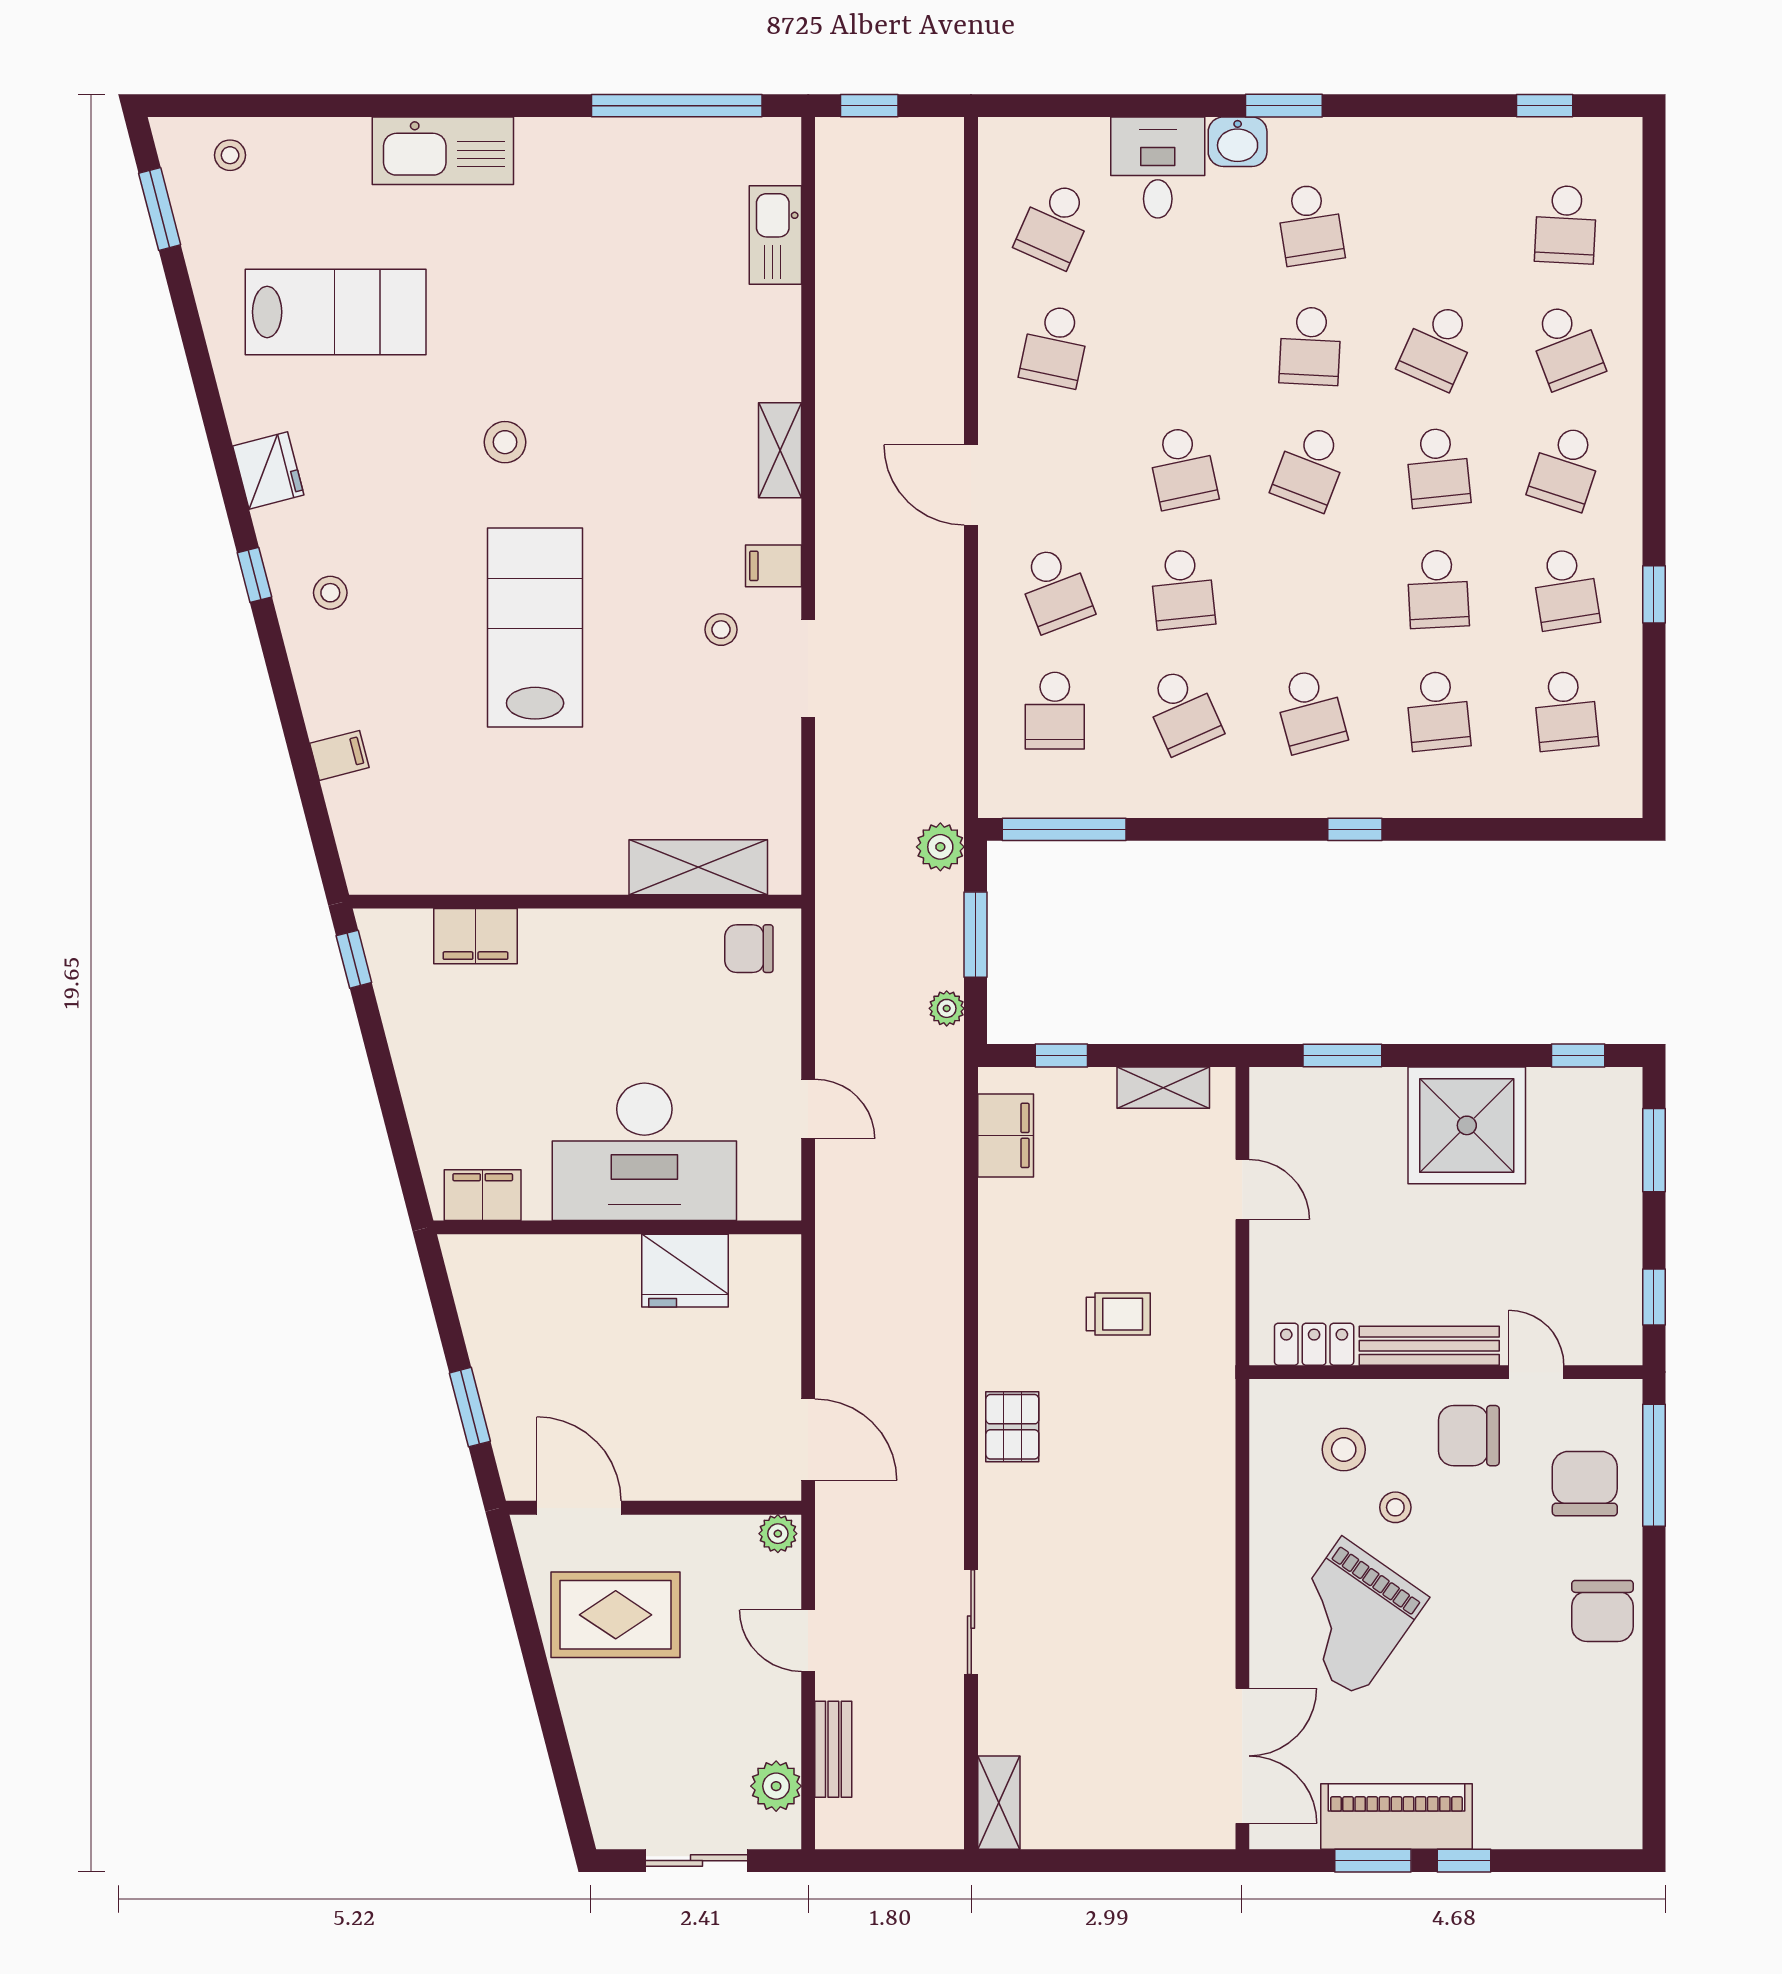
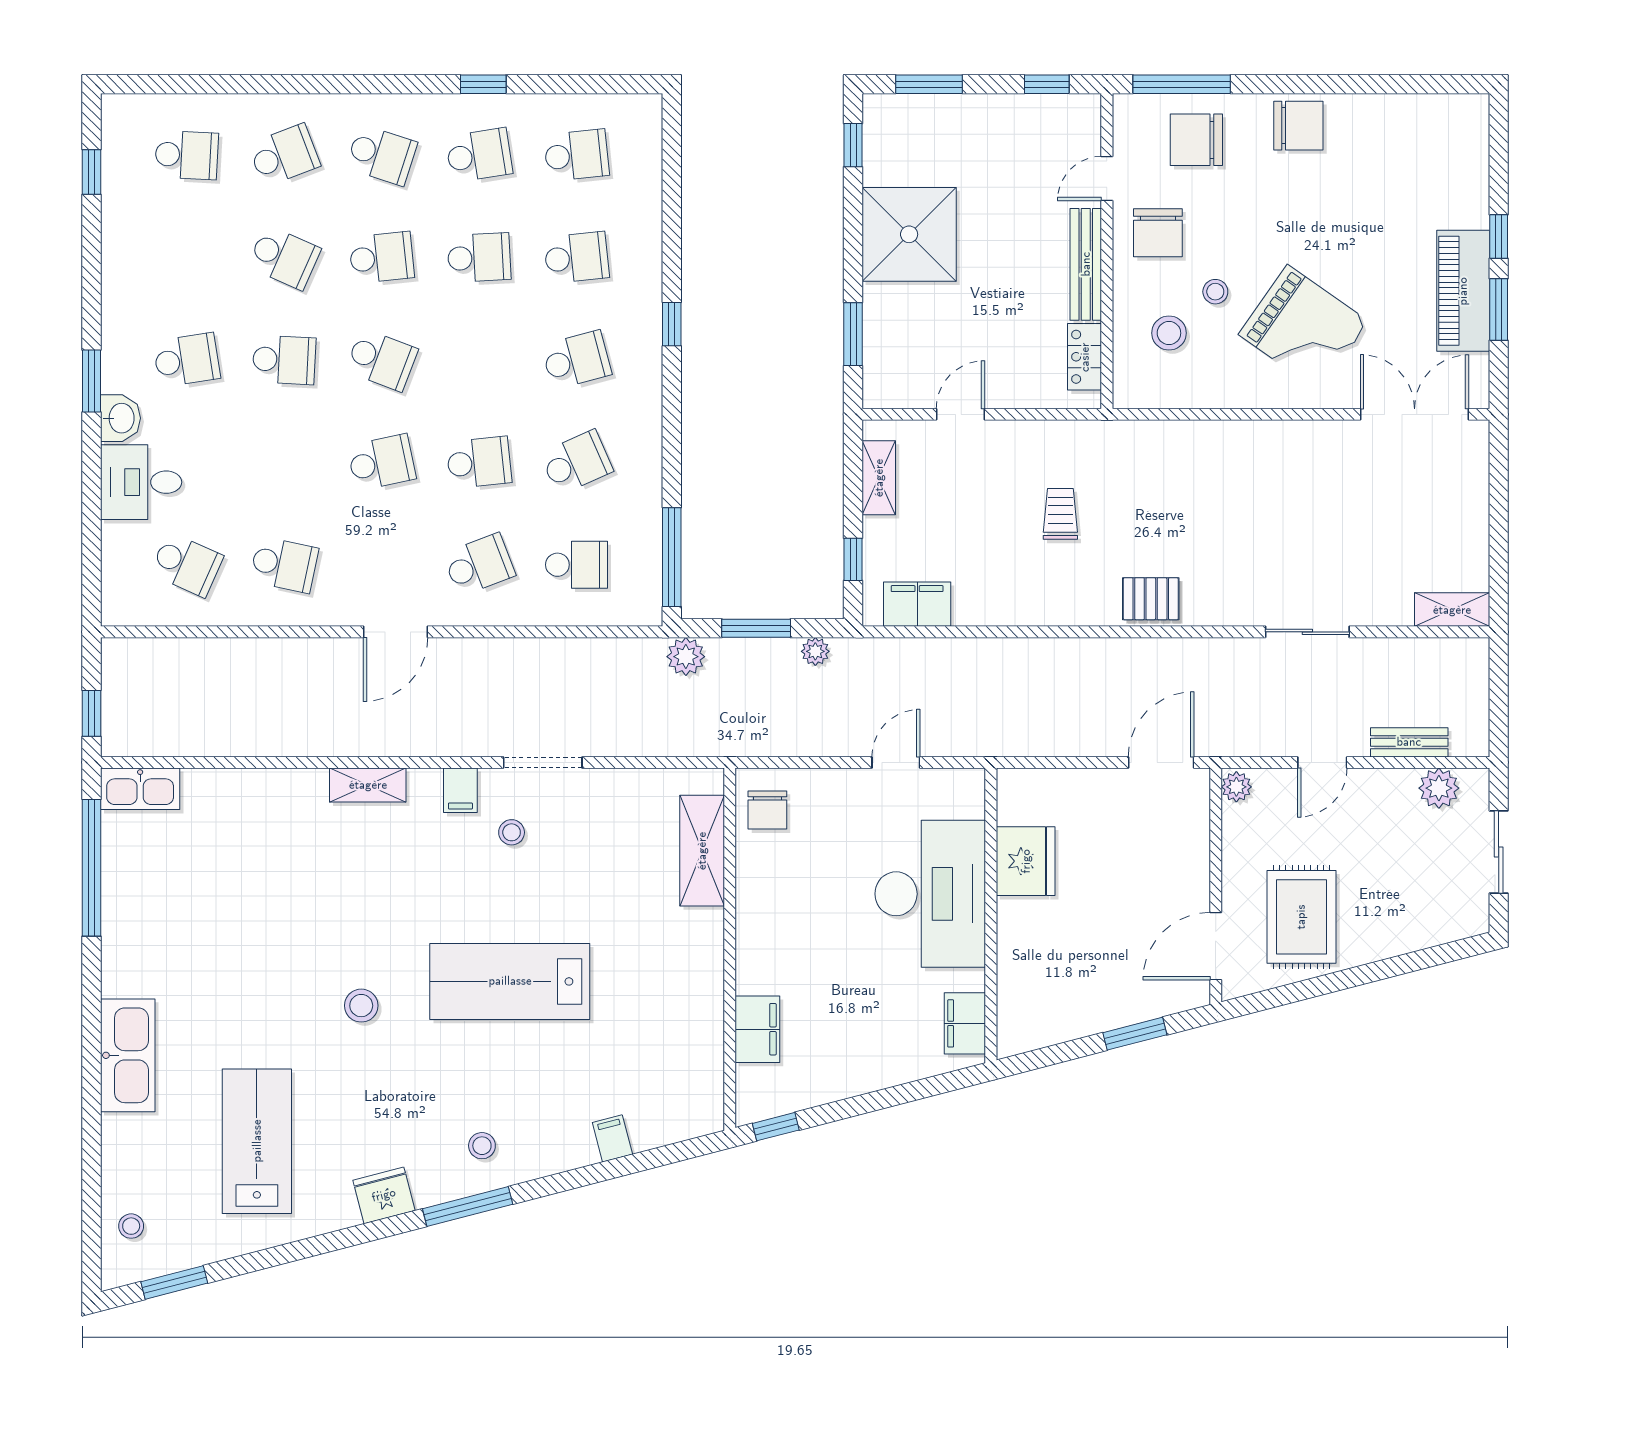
kitchen sink: (775, 235) -> (140, 789), moved
window: (254, 575) -> (468, 1206), width x2.17

